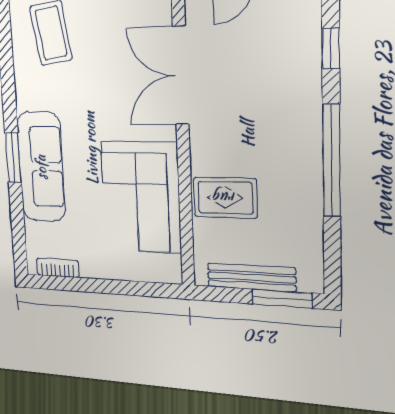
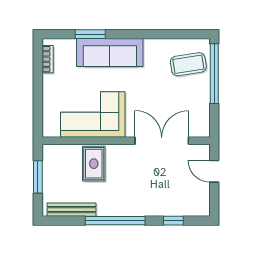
window: (13, 158) -> (90, 34), moved
bench: (251, 277) -> (71, 210), moved, turned 90
window: (282, 299) -> (38, 177), moved

